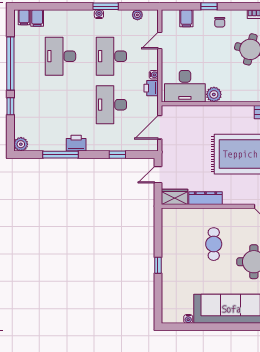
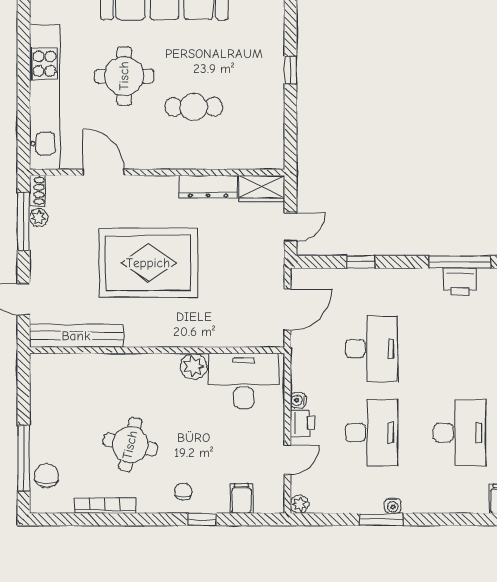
plant: (137, 15) -> (299, 504), moved
printer: (151, 88) -> (302, 423), moved
printer: (76, 143) -> (460, 282), moved
cafe table: (214, 244) -> (194, 107), turned 90

